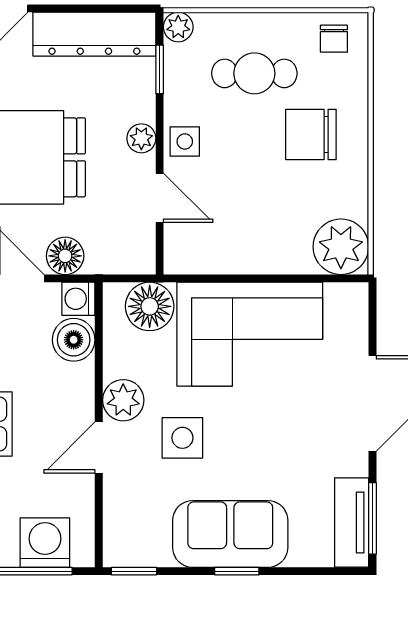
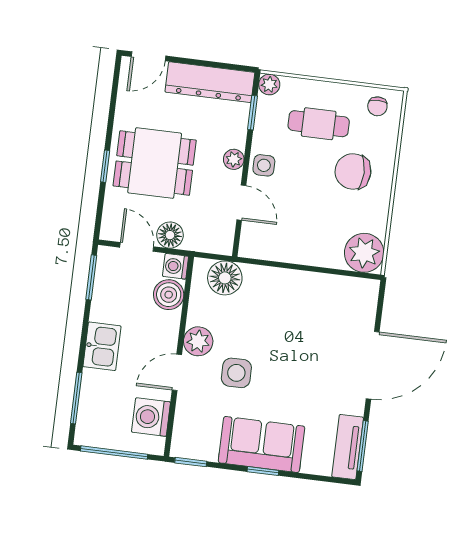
corner sofa: (250, 334) -> (293, 306), removed
washing machine: (45, 543) -> (151, 417), moved, turned -90

